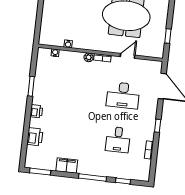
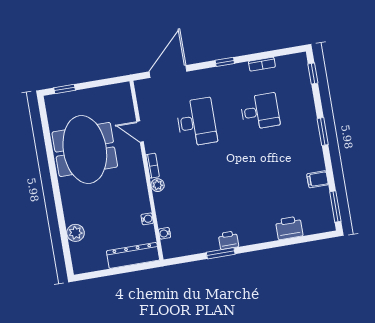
dresser: (46, 27) -> (133, 255), added
window: (168, 36) -> (65, 89), moved
printer: (36, 111) -> (228, 240), moved
filing cabinet: (67, 165) -> (318, 179), width x0.50
window: (93, 178) -> (323, 132), width x0.69
window: (123, 181) -> (313, 73), moved

